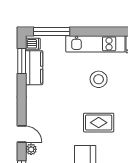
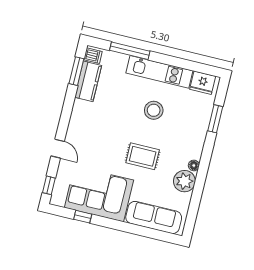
window: (52, 32) -> (130, 51), moved
plant: (31, 149) -> (64, 167), removed

